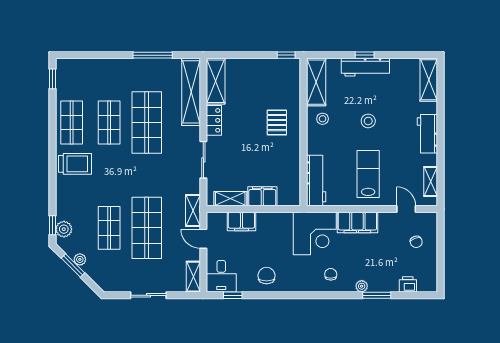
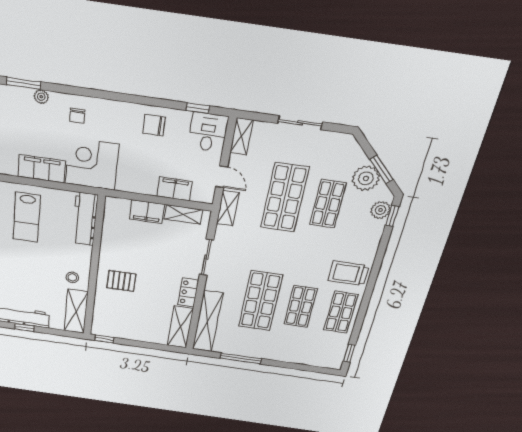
stool: (368, 121) -> (24, 268), removed
pallet: (277, 123) -> (121, 281), turned 90
plant: (80, 259) -> (366, 178), width x1.88, depth x1.88
chair: (266, 276) -> (154, 125), turned 90

